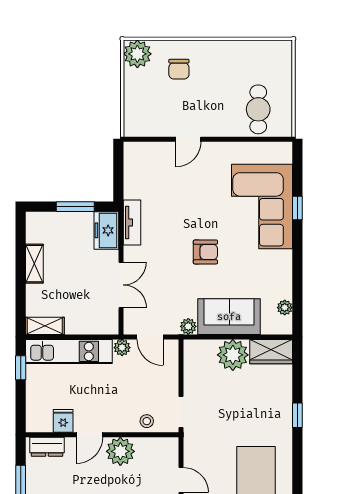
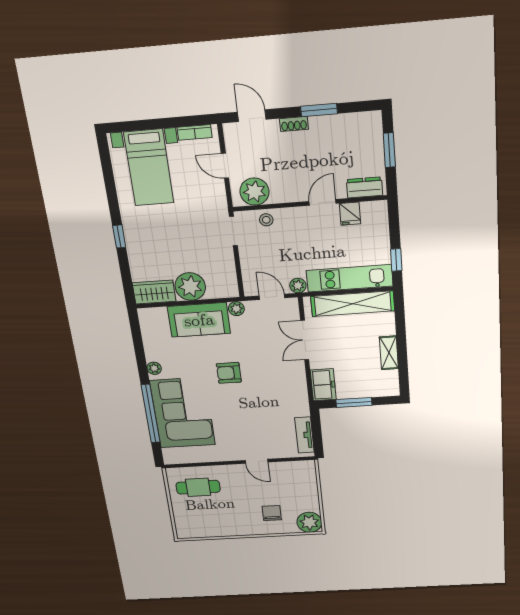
cafe table: (258, 109) -> (198, 487), turned 90
door: (188, 139) -> (257, 461), swing flipped
window: (297, 208) -> (151, 414), width x3.17
tv unit: (132, 223) -> (304, 435), moved
plant: (285, 308) -> (154, 368), moved
shelving: (45, 326) -> (353, 304), width x2.20, depth x1.33
plant: (120, 451) -> (255, 192), moved

